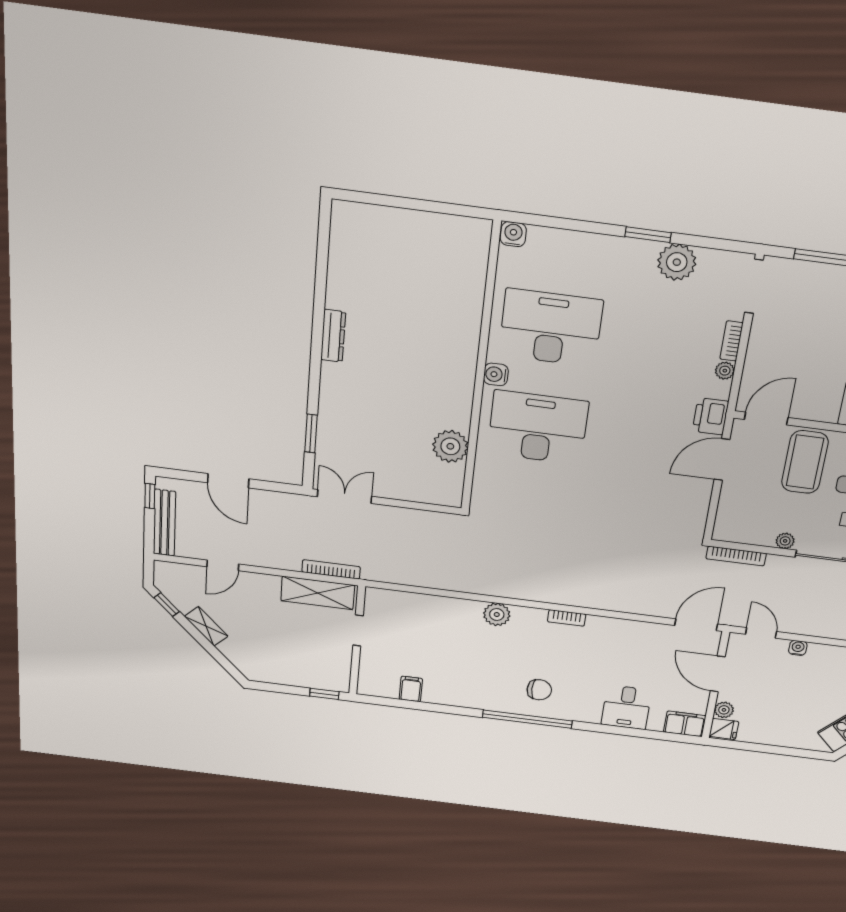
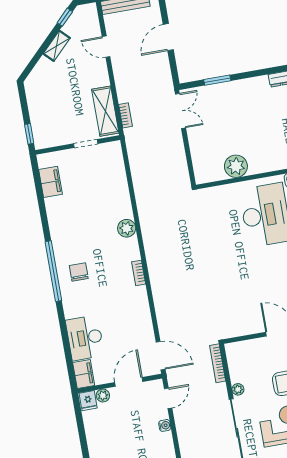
bookcase: (331, 569) -> (125, 115), width x0.64
filing cabinet: (411, 689) -> (51, 182), width x2.00
chair: (539, 690) -> (79, 272), turned 180
desk: (626, 707) -> (85, 338), width x1.37

